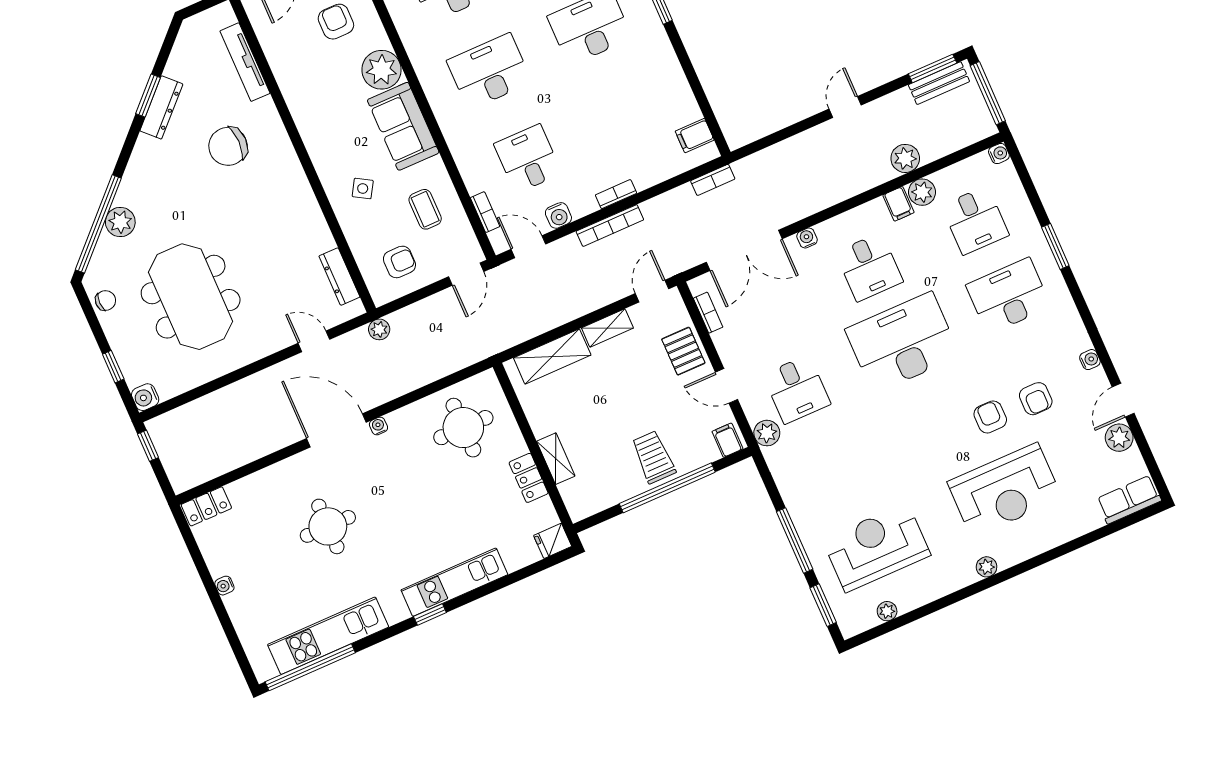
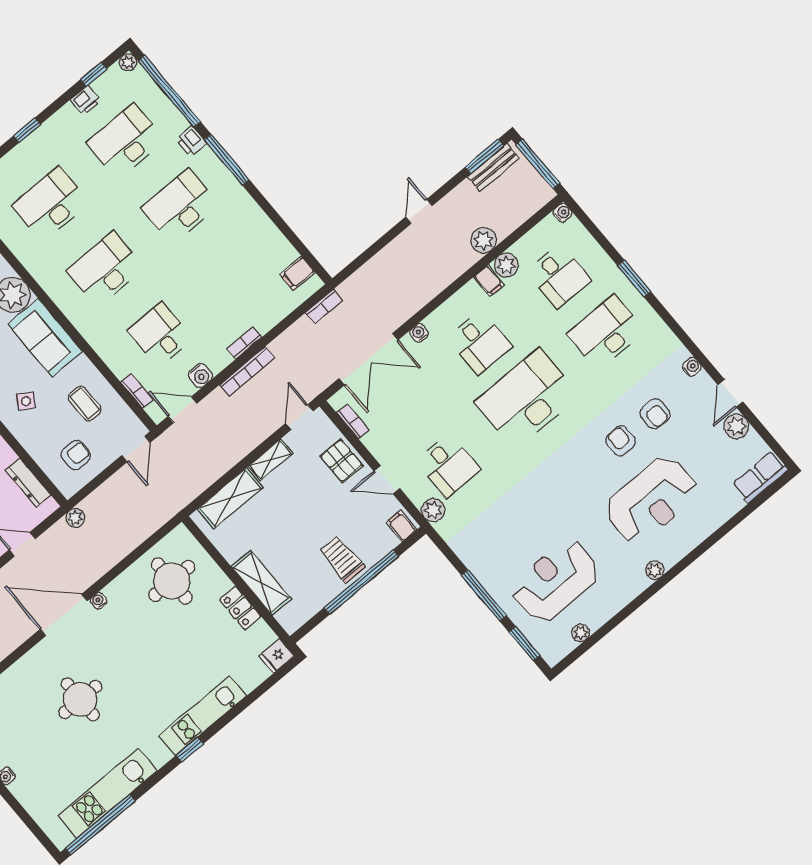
shelving: (556, 459) -> (261, 583), width x1.50, depth x1.33

